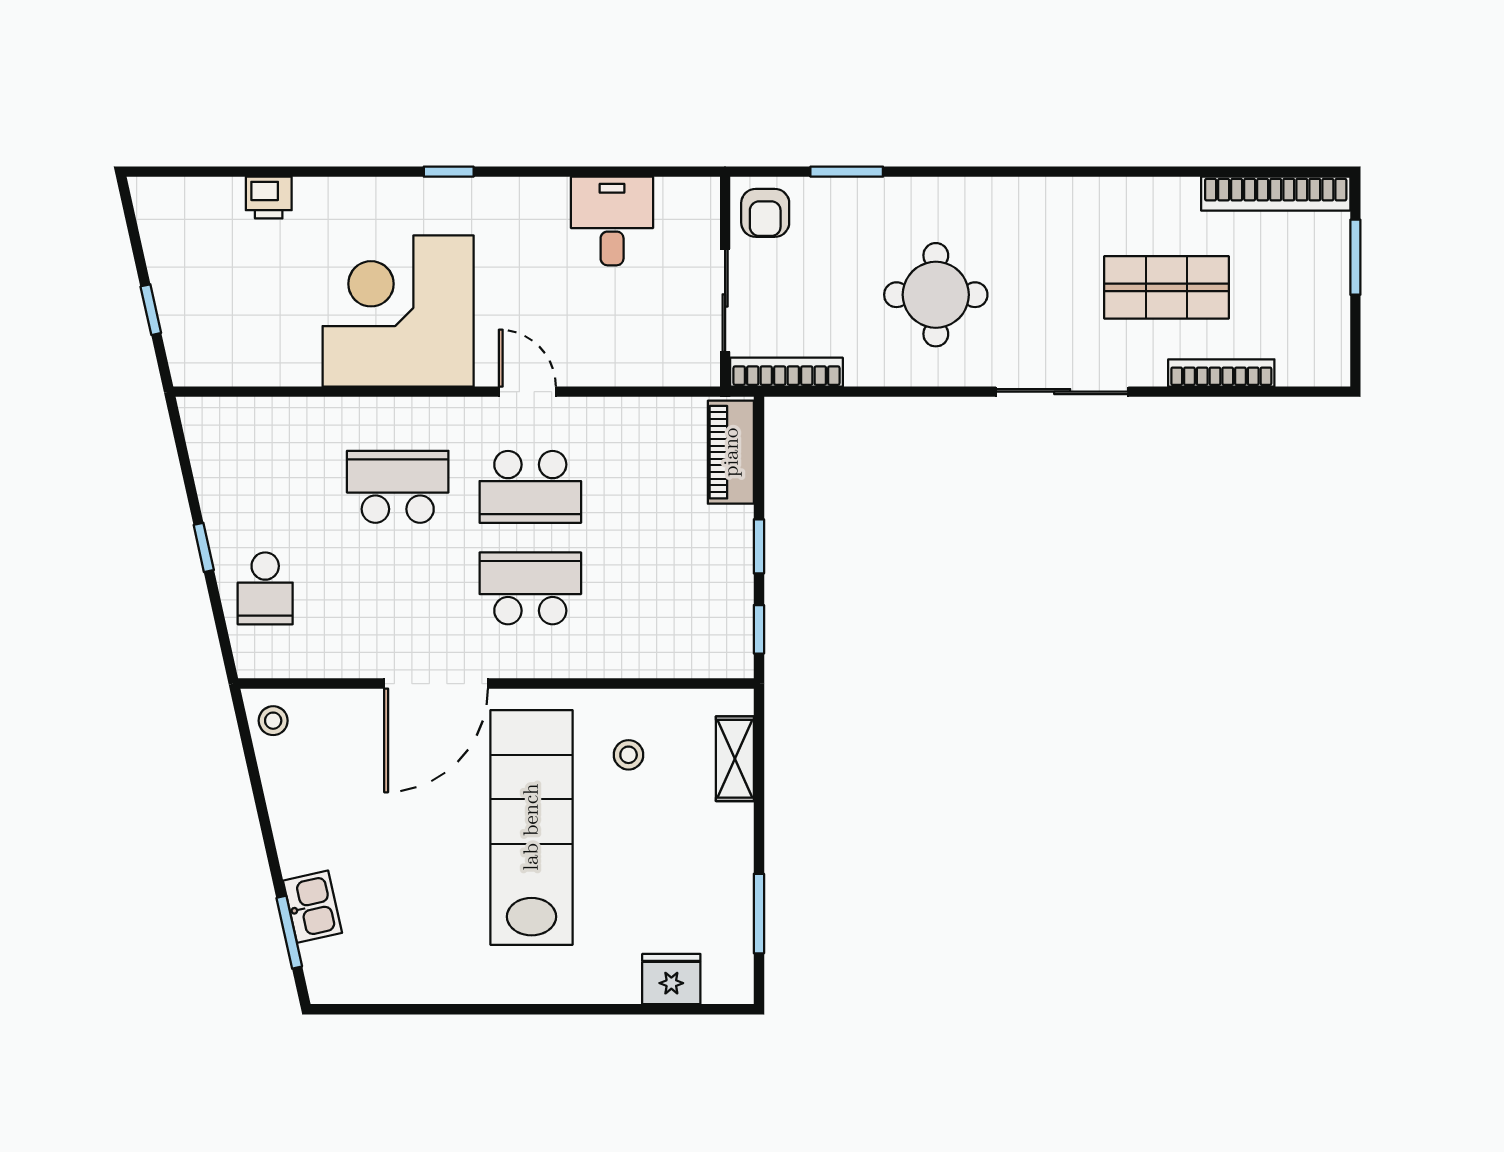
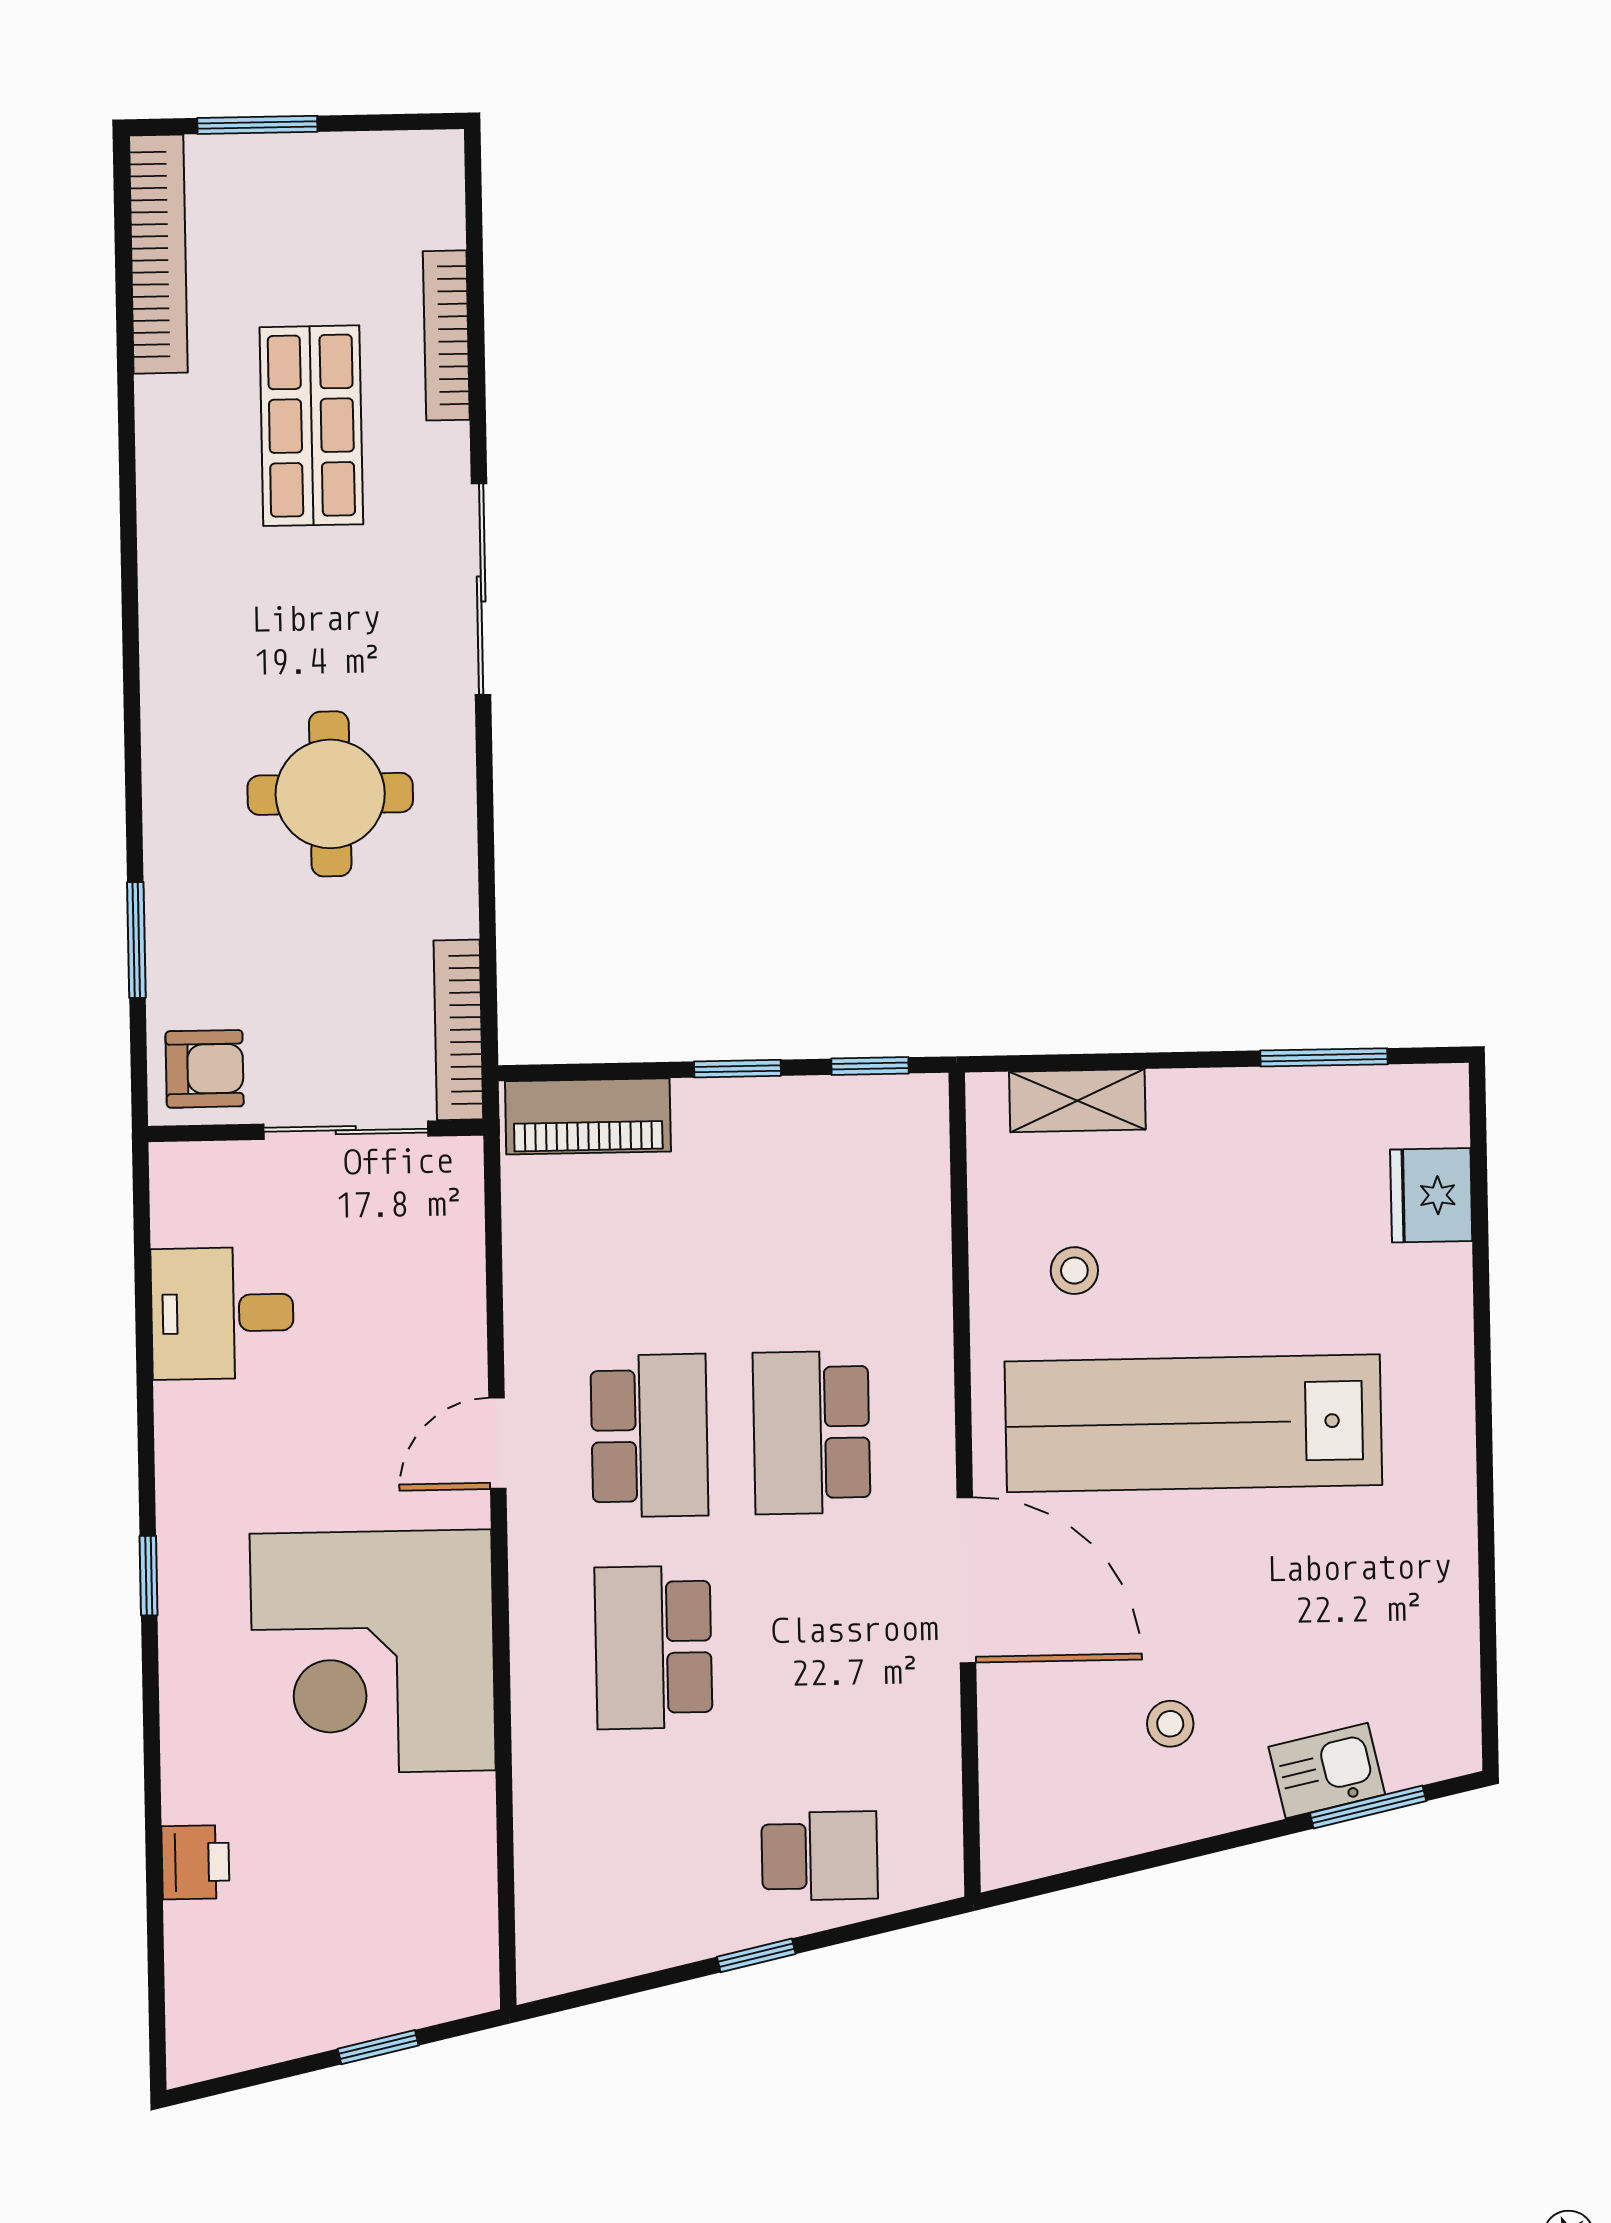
stool: (273, 721) -> (1170, 1724), moved

